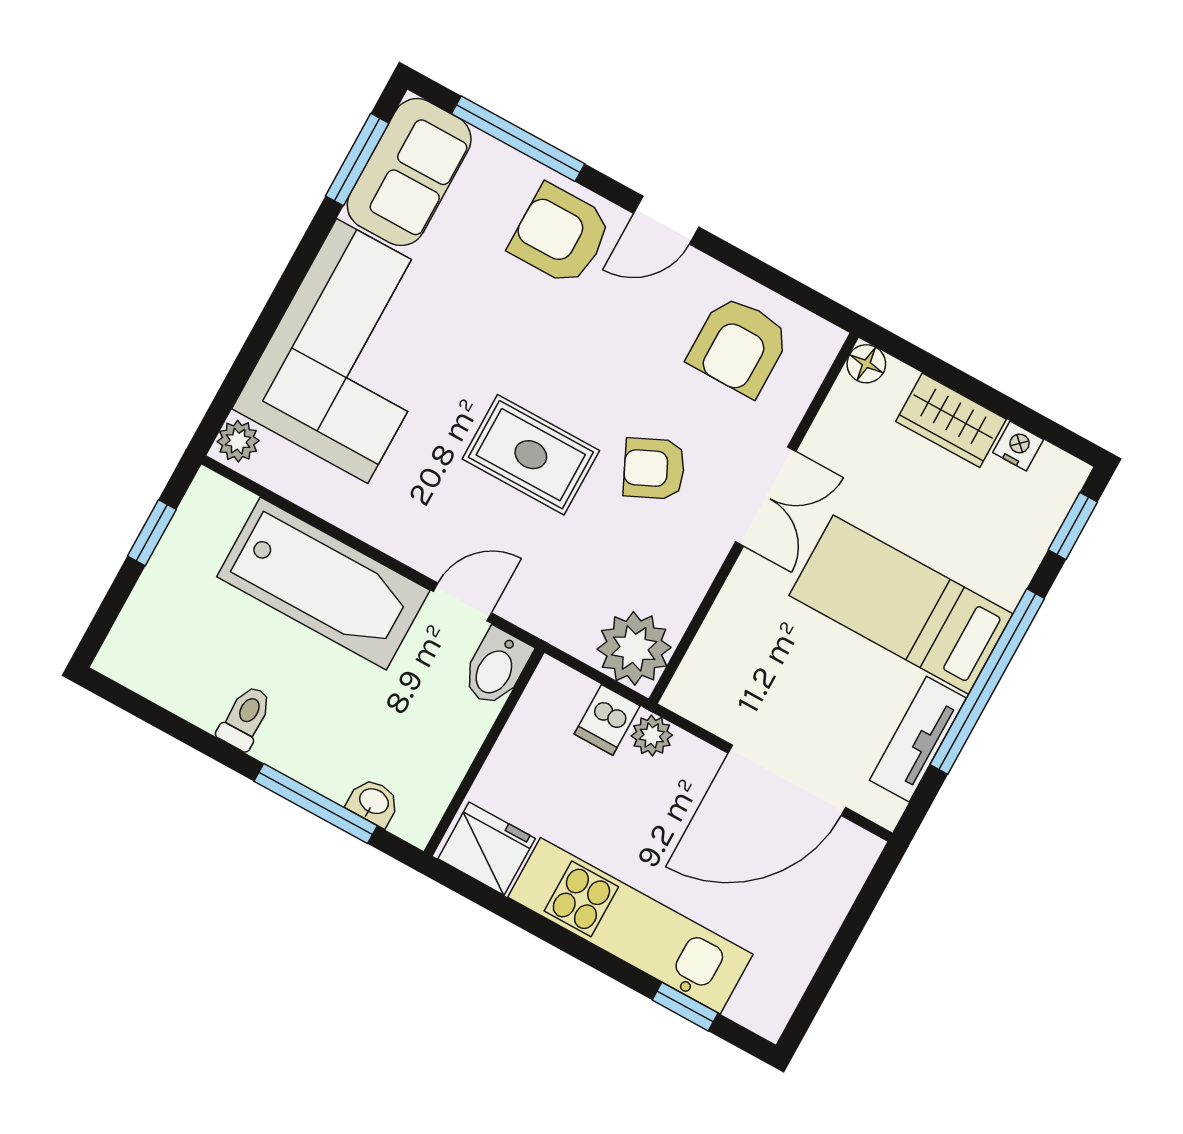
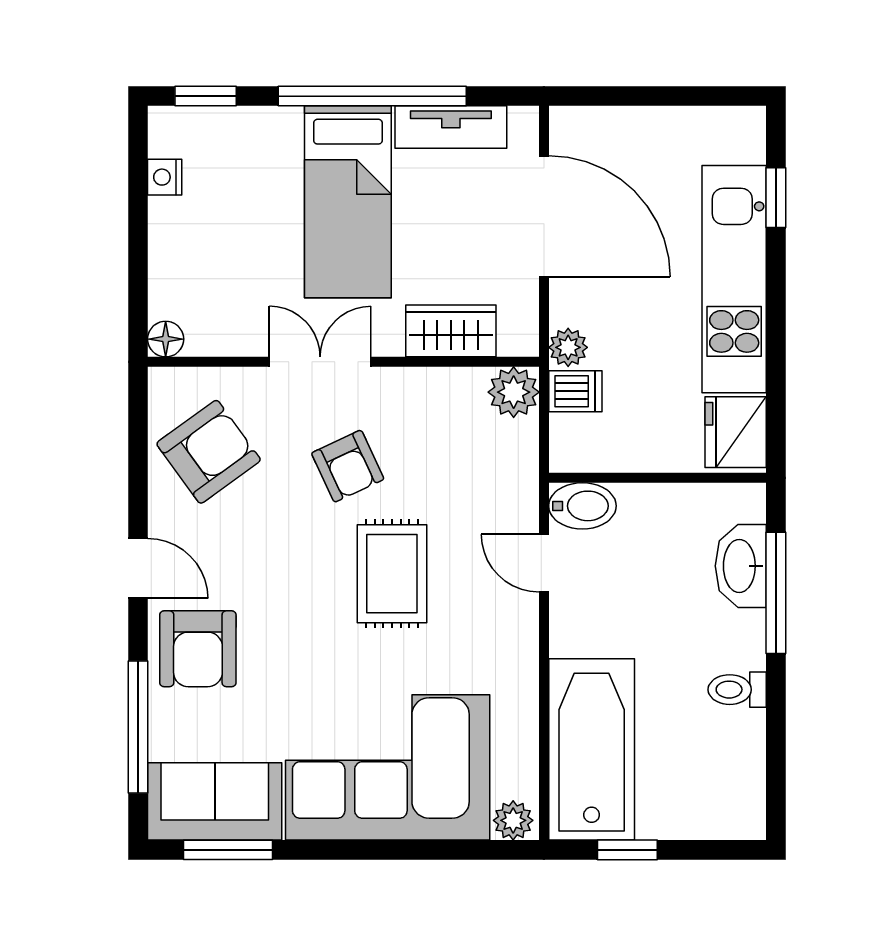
armchair: (739, 346) -> (209, 452), turned -36
wardrobe: (951, 420) -> (451, 331), moved, turned -90
bathtub: (323, 583) -> (592, 749), moved
plant: (634, 648) -> (514, 392), width x0.73, depth x0.73
washbasin: (373, 802) -> (741, 566), width x1.91, depth x1.45

